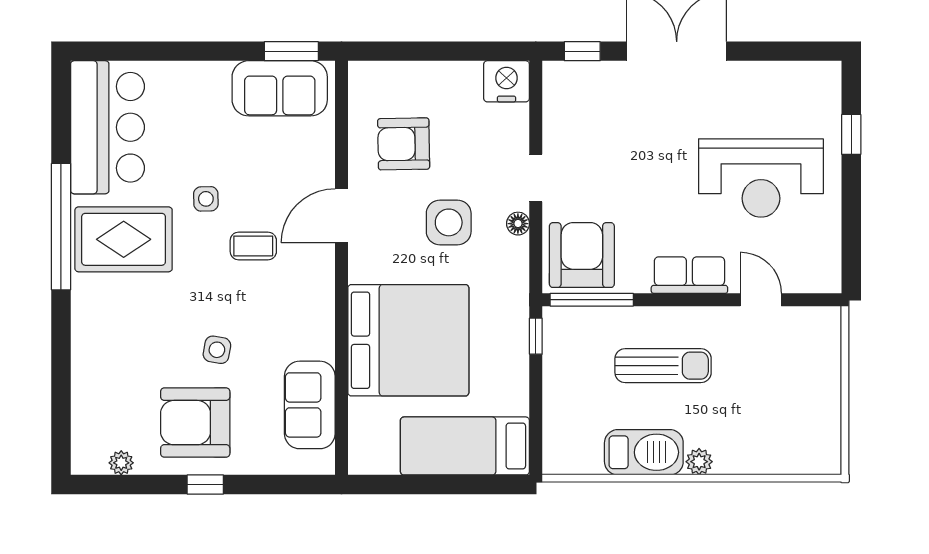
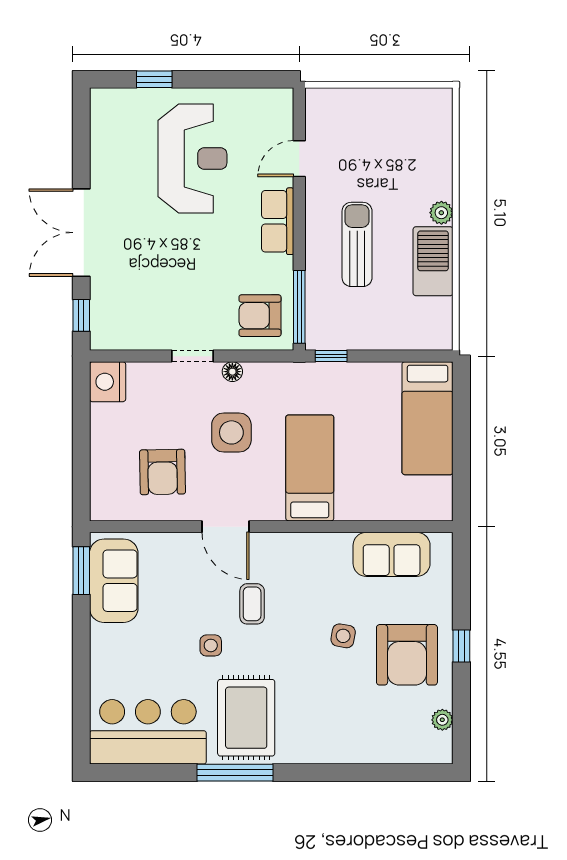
window: (61, 227) -> (235, 773), width x0.68
armchair: (582, 255) -> (260, 316), width x0.73, depth x0.73
bed: (408, 340) -> (310, 468), width x0.49

